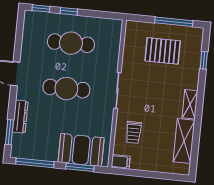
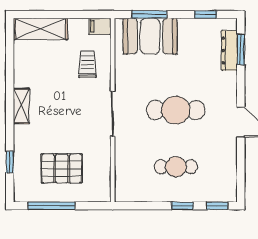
cafe table: (71, 43) -> (176, 167), width x0.73, depth x0.74
dresser: (20, 117) -> (229, 50), moved
shelving: (184, 141) -> (40, 29), moved, turned 90
window: (35, 163) -> (205, 14), width x0.46

